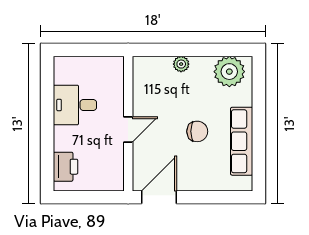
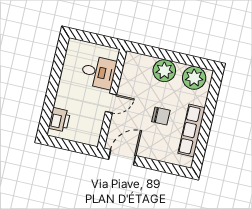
plant: (181, 64) -> (164, 71), width x1.88, depth x1.88
desk: (75, 105) -> (98, 72), moved, turned 180

